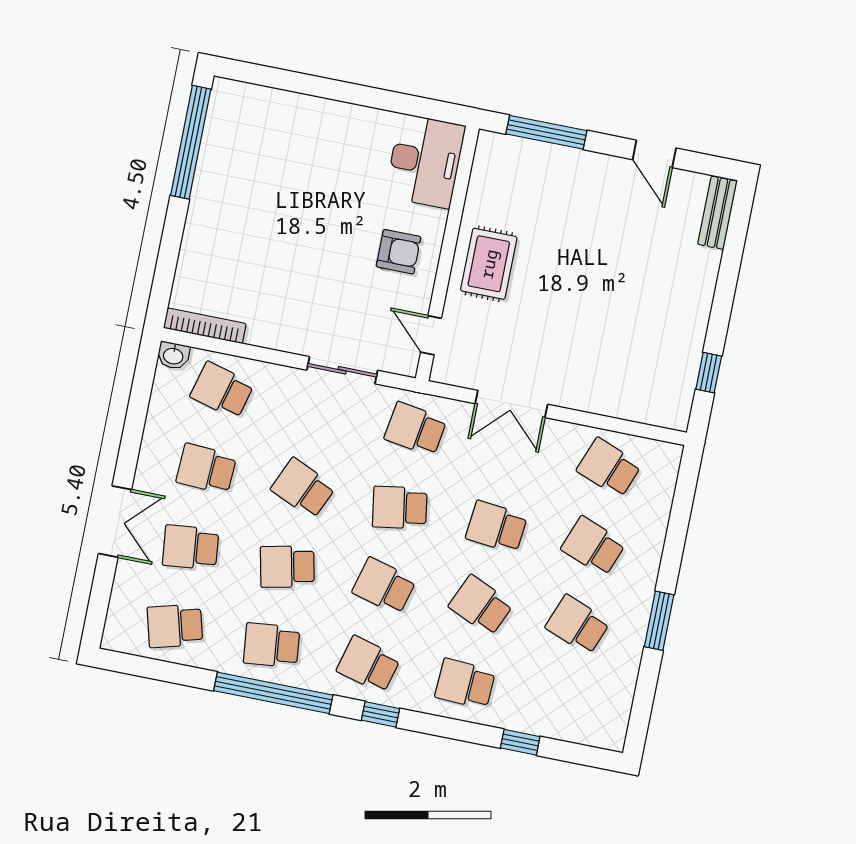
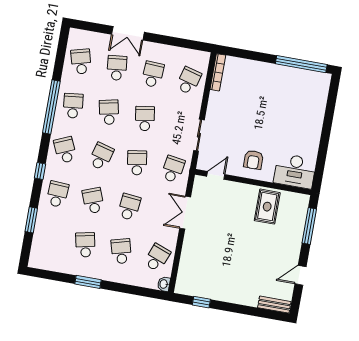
rug: (489, 264) -> (267, 207), moved, turned 90
washbasin: (173, 355) -> (164, 284), moved
school desk: (303, 488) -> (145, 119), turned -33
school desk: (593, 546) -> (121, 251), turned -36
school desk: (481, 605) -> (93, 201), turned -45
school desk: (578, 625) -> (85, 245), turned -33
school desk: (368, 664) -> (65, 150), turned -39
window: (381, 714) -> (40, 171), moved
window: (520, 742) -> (31, 220), width x1.50

